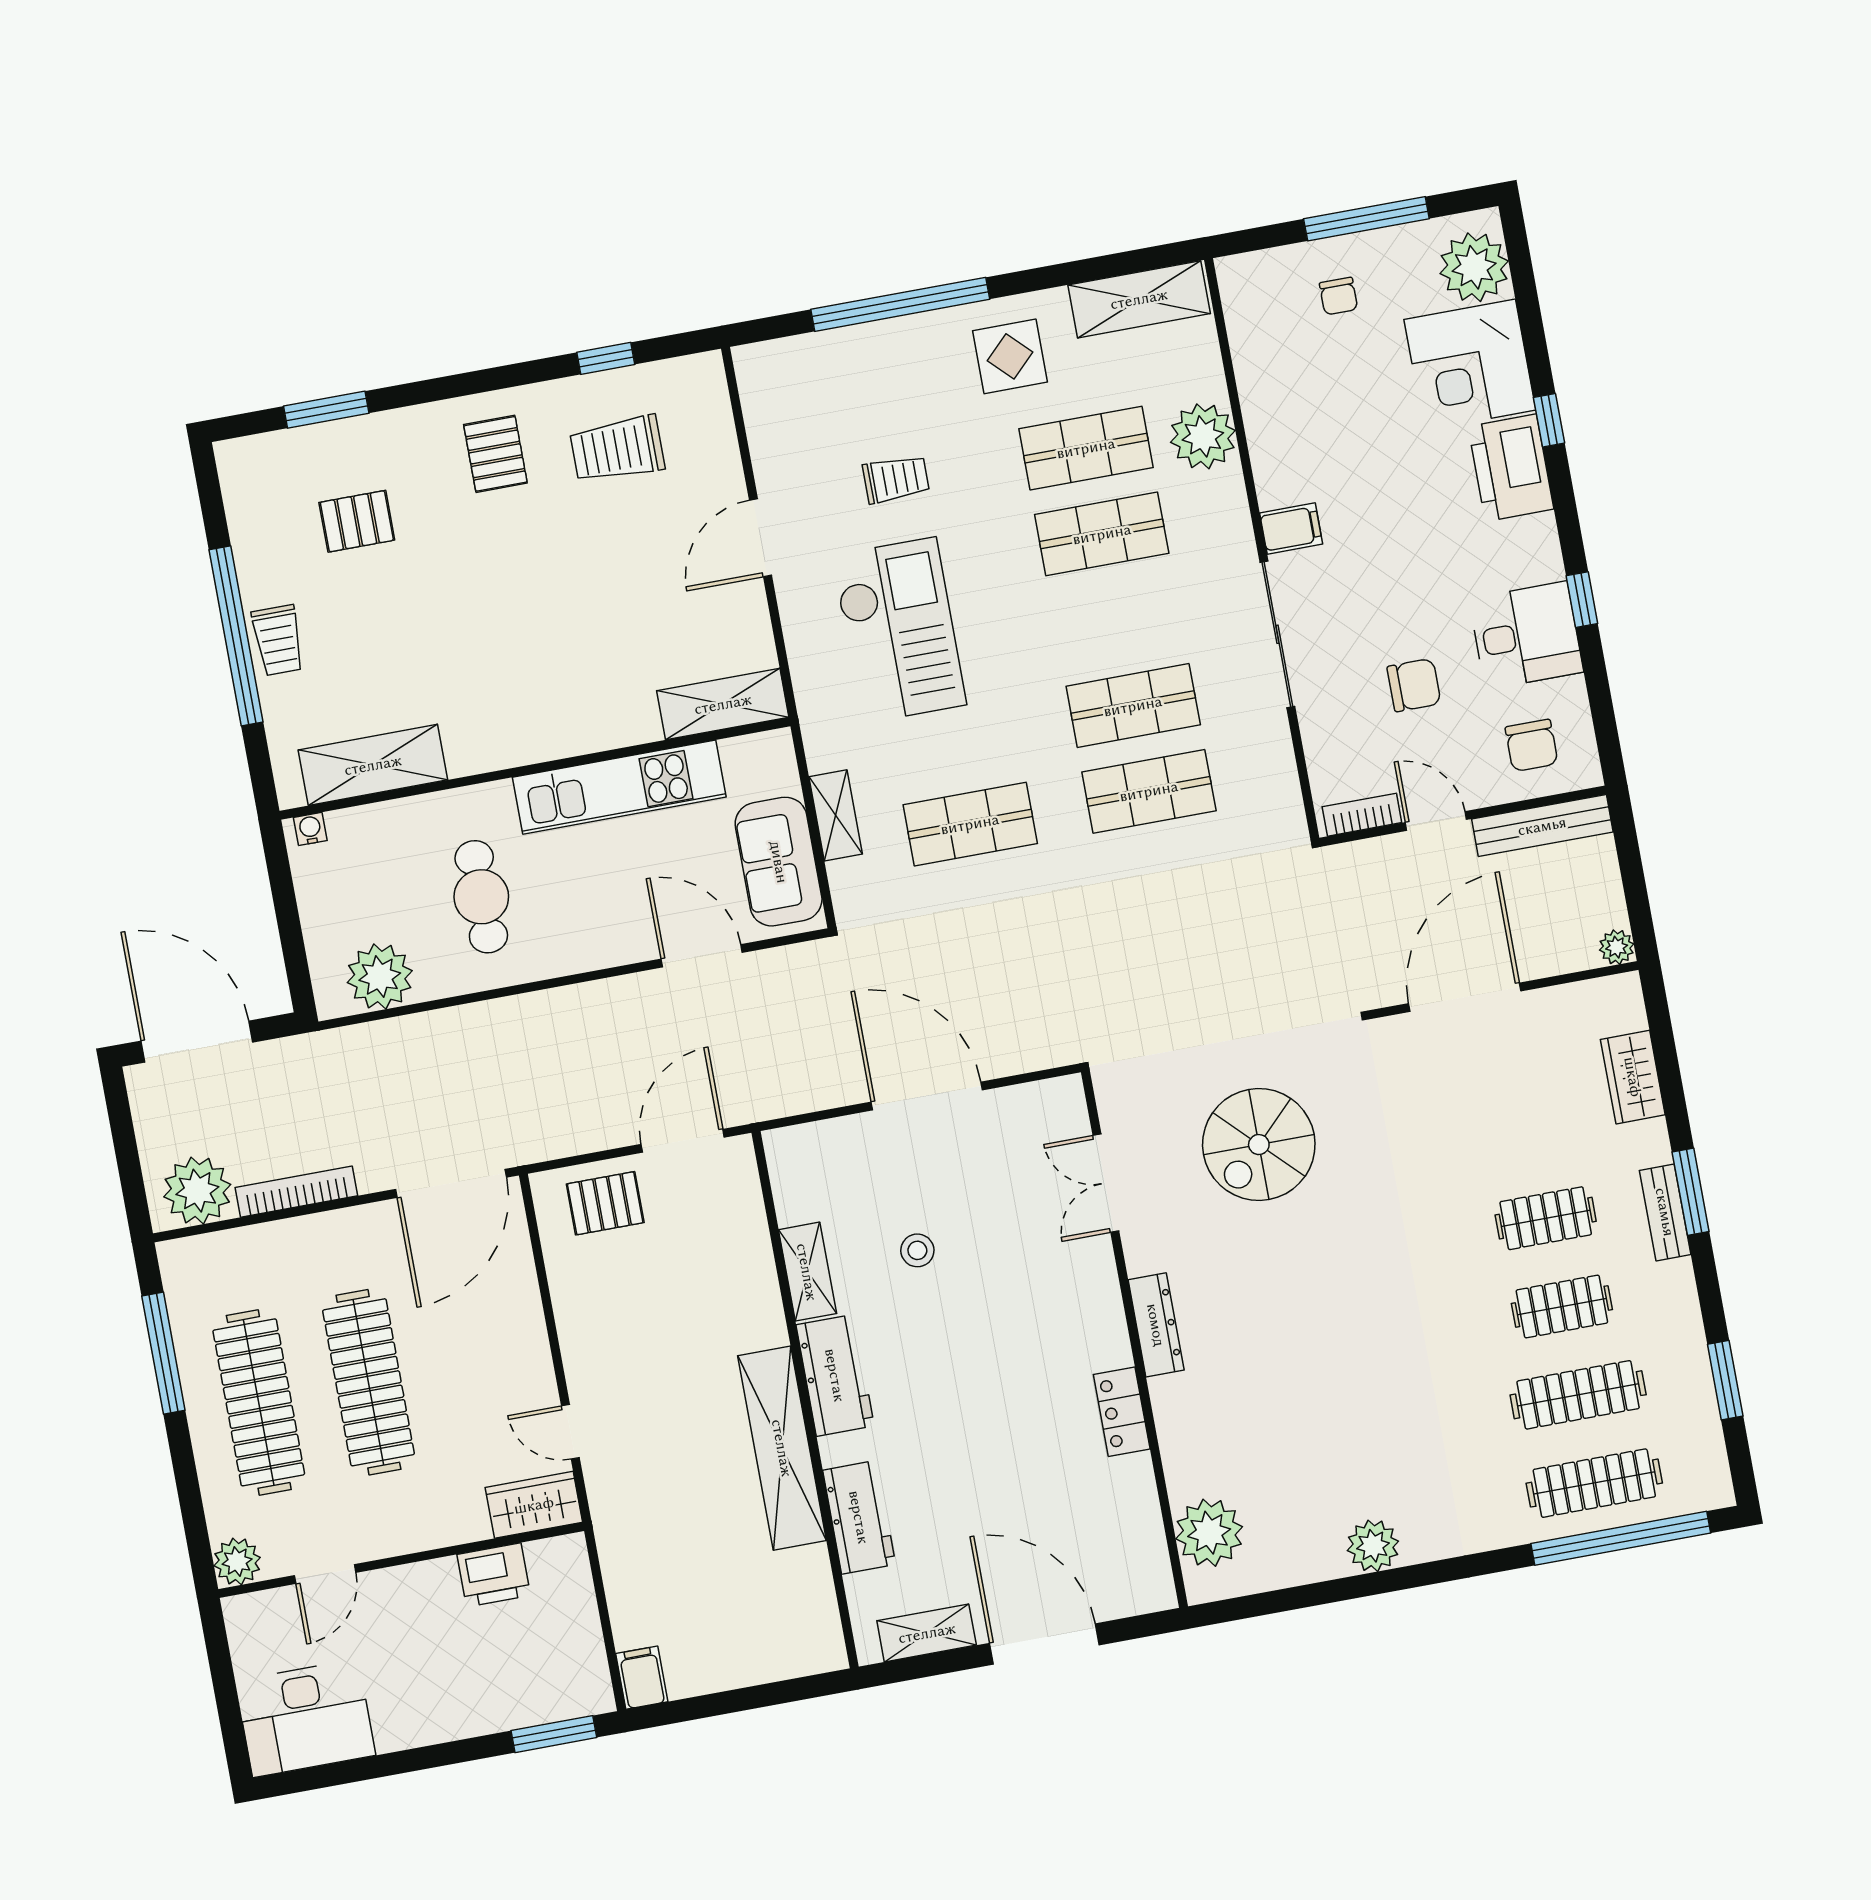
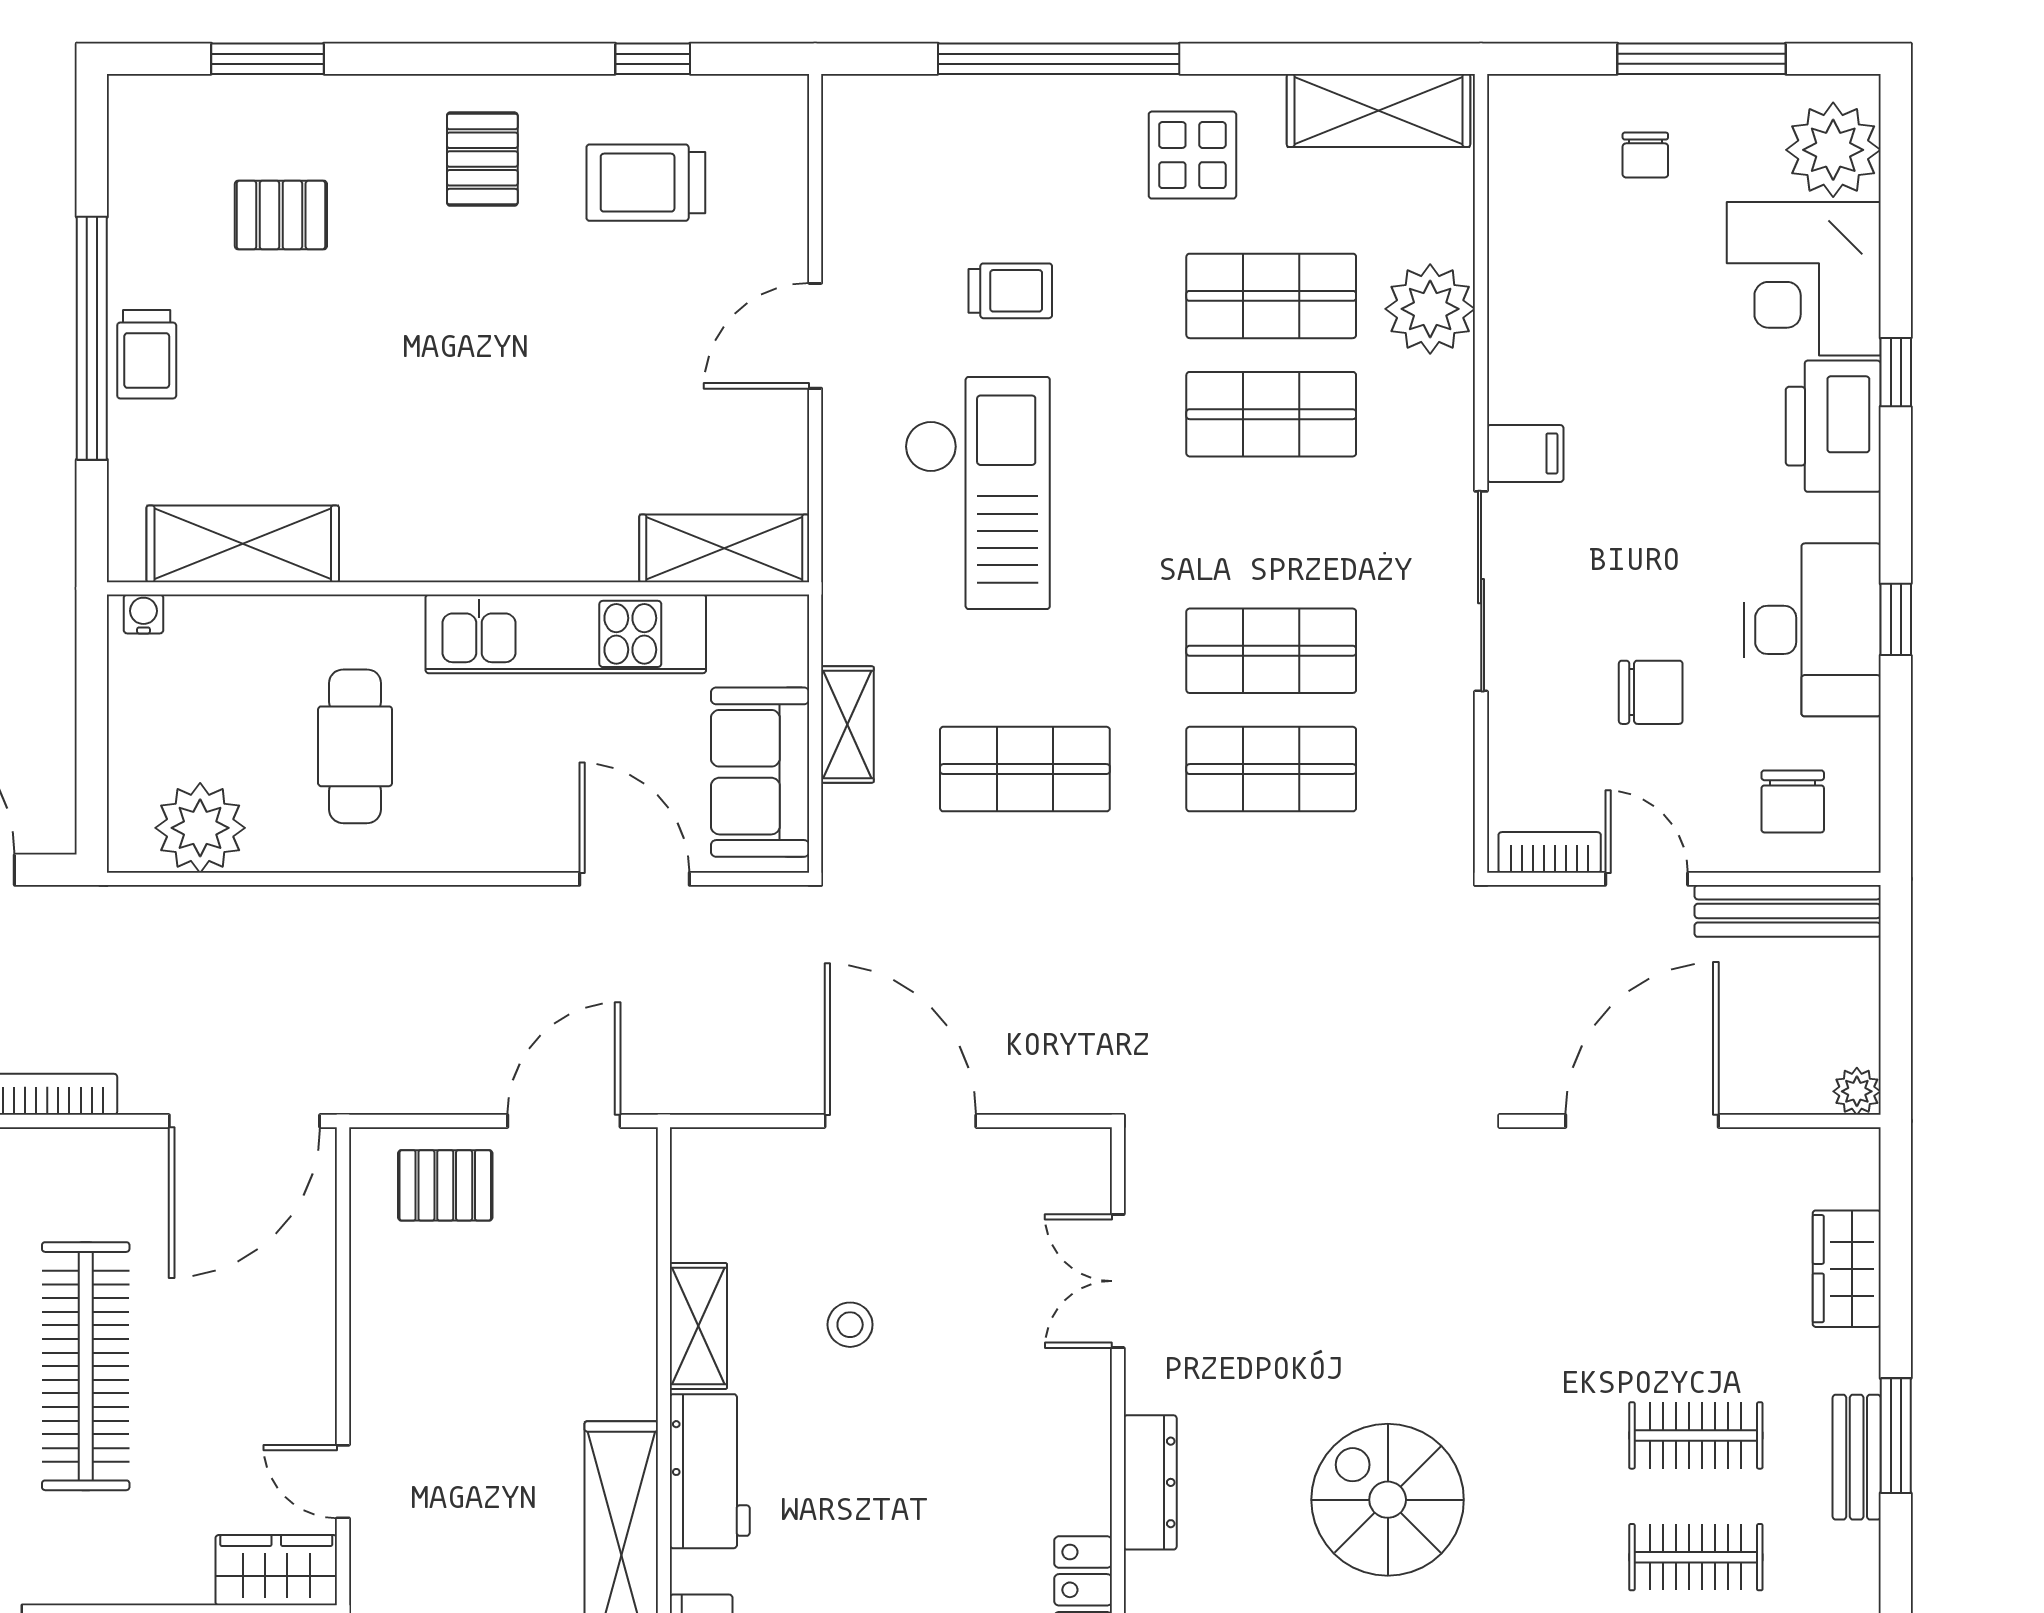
desk: (1526, 635) -> (1812, 630), width x1.37
spiral stairs: (1259, 1145) -> (1388, 1500), moved, turned 90

